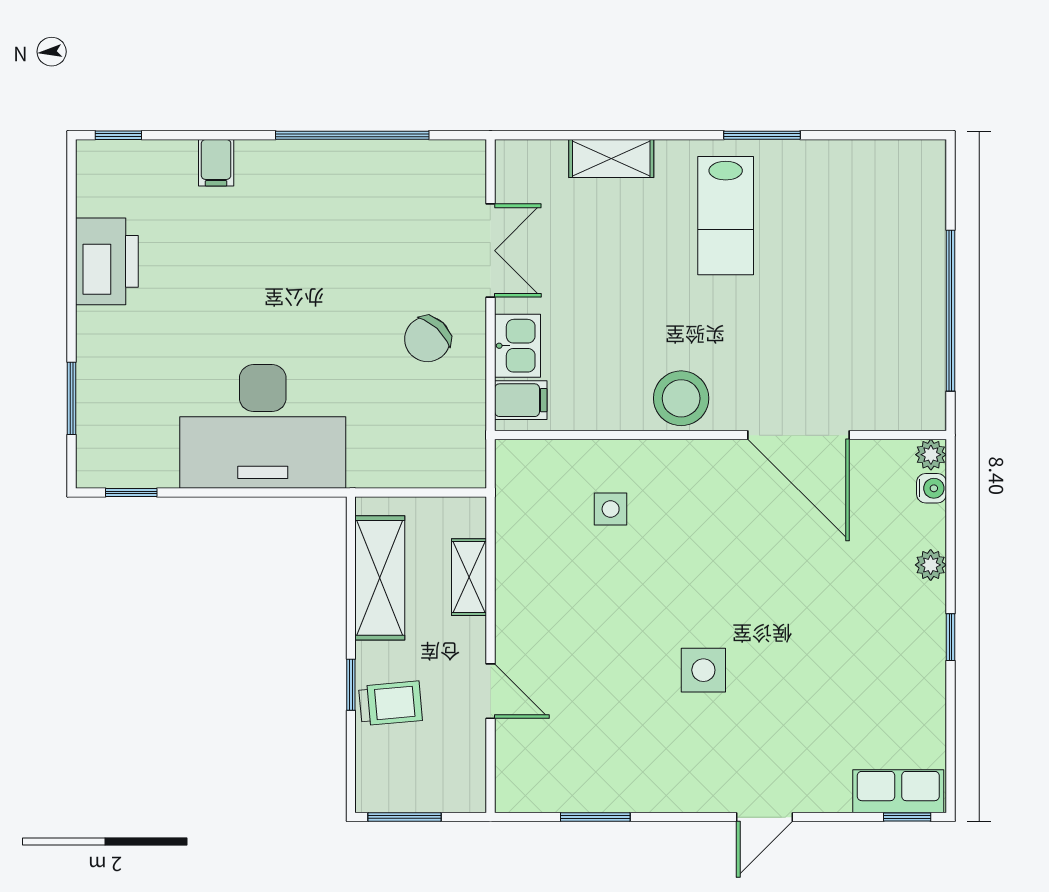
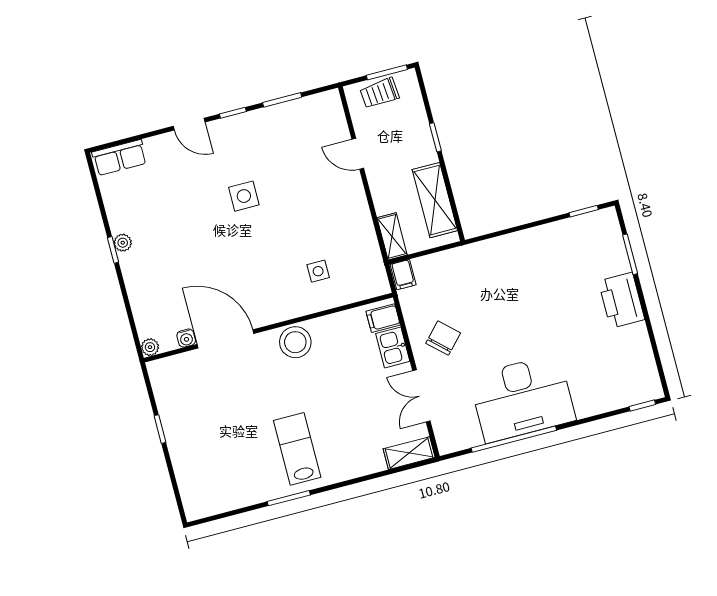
shelving: (611, 158) -> (409, 453), moved
filing cabinet: (216, 163) -> (403, 275), moved, turned 180
printer: (107, 261) -> (621, 300), moved
window: (950, 311) -> (160, 429), width x0.32
desk: (263, 426) -> (522, 398), moved, turned 180
water cooler: (931, 488) -> (186, 338), moved, turned -90
plant: (931, 565) -> (123, 243), moved
shelving: (469, 577) -> (392, 236), moved
trolley: (391, 703) -> (380, 93), moved
door: (765, 817) -> (189, 124), swing flipped
window: (907, 817) -> (233, 113), moved

